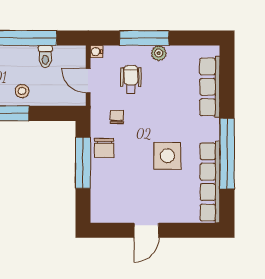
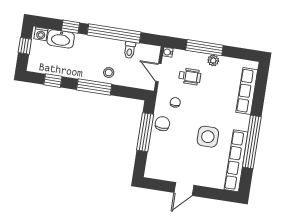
wheelchair: (131, 79) -> (190, 76), turned 90
chair: (104, 148) -> (162, 124), turned 180

